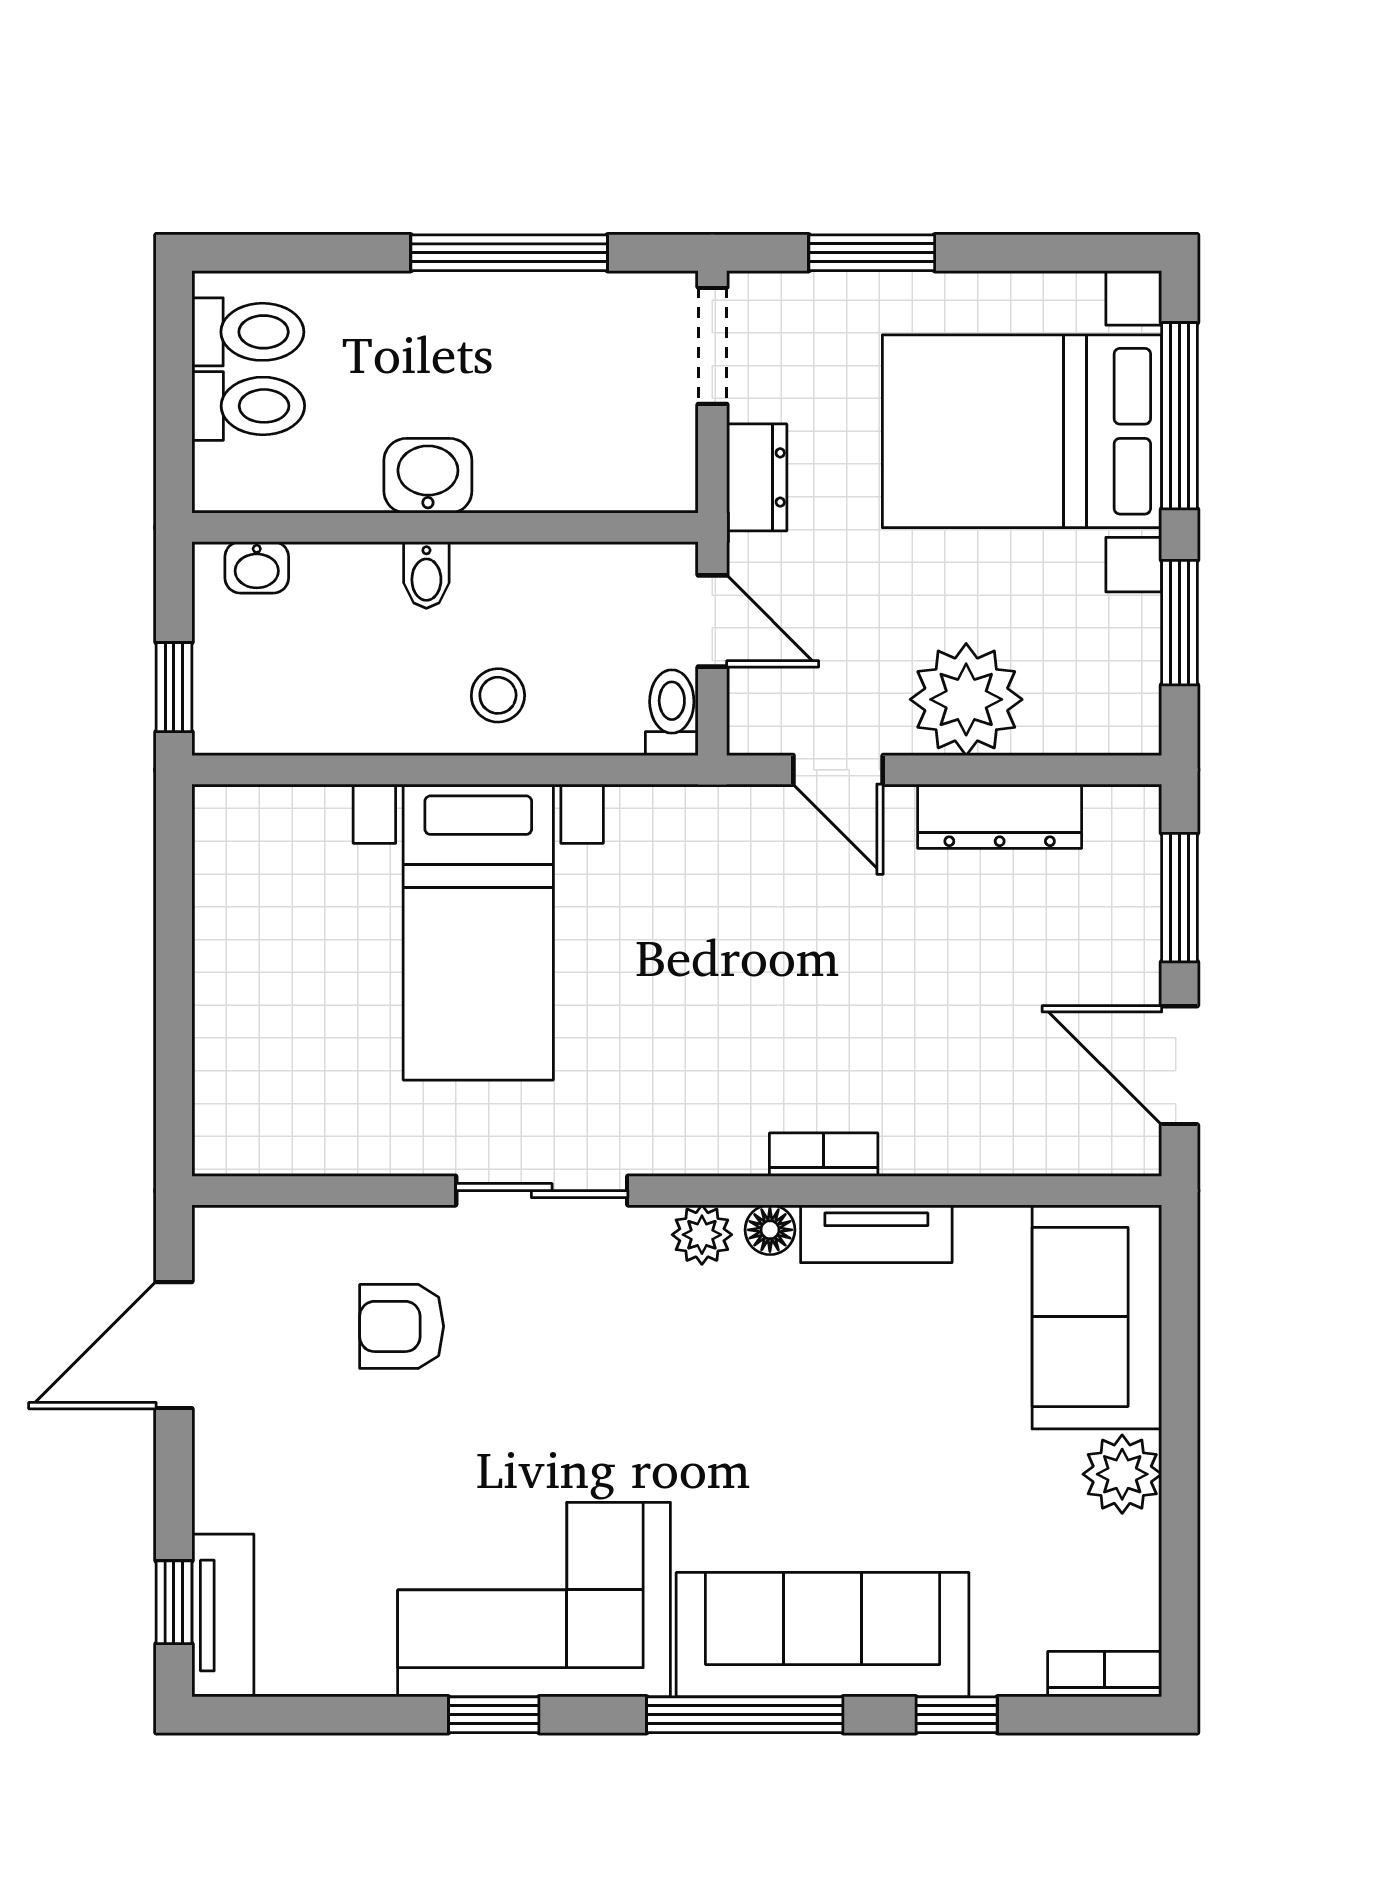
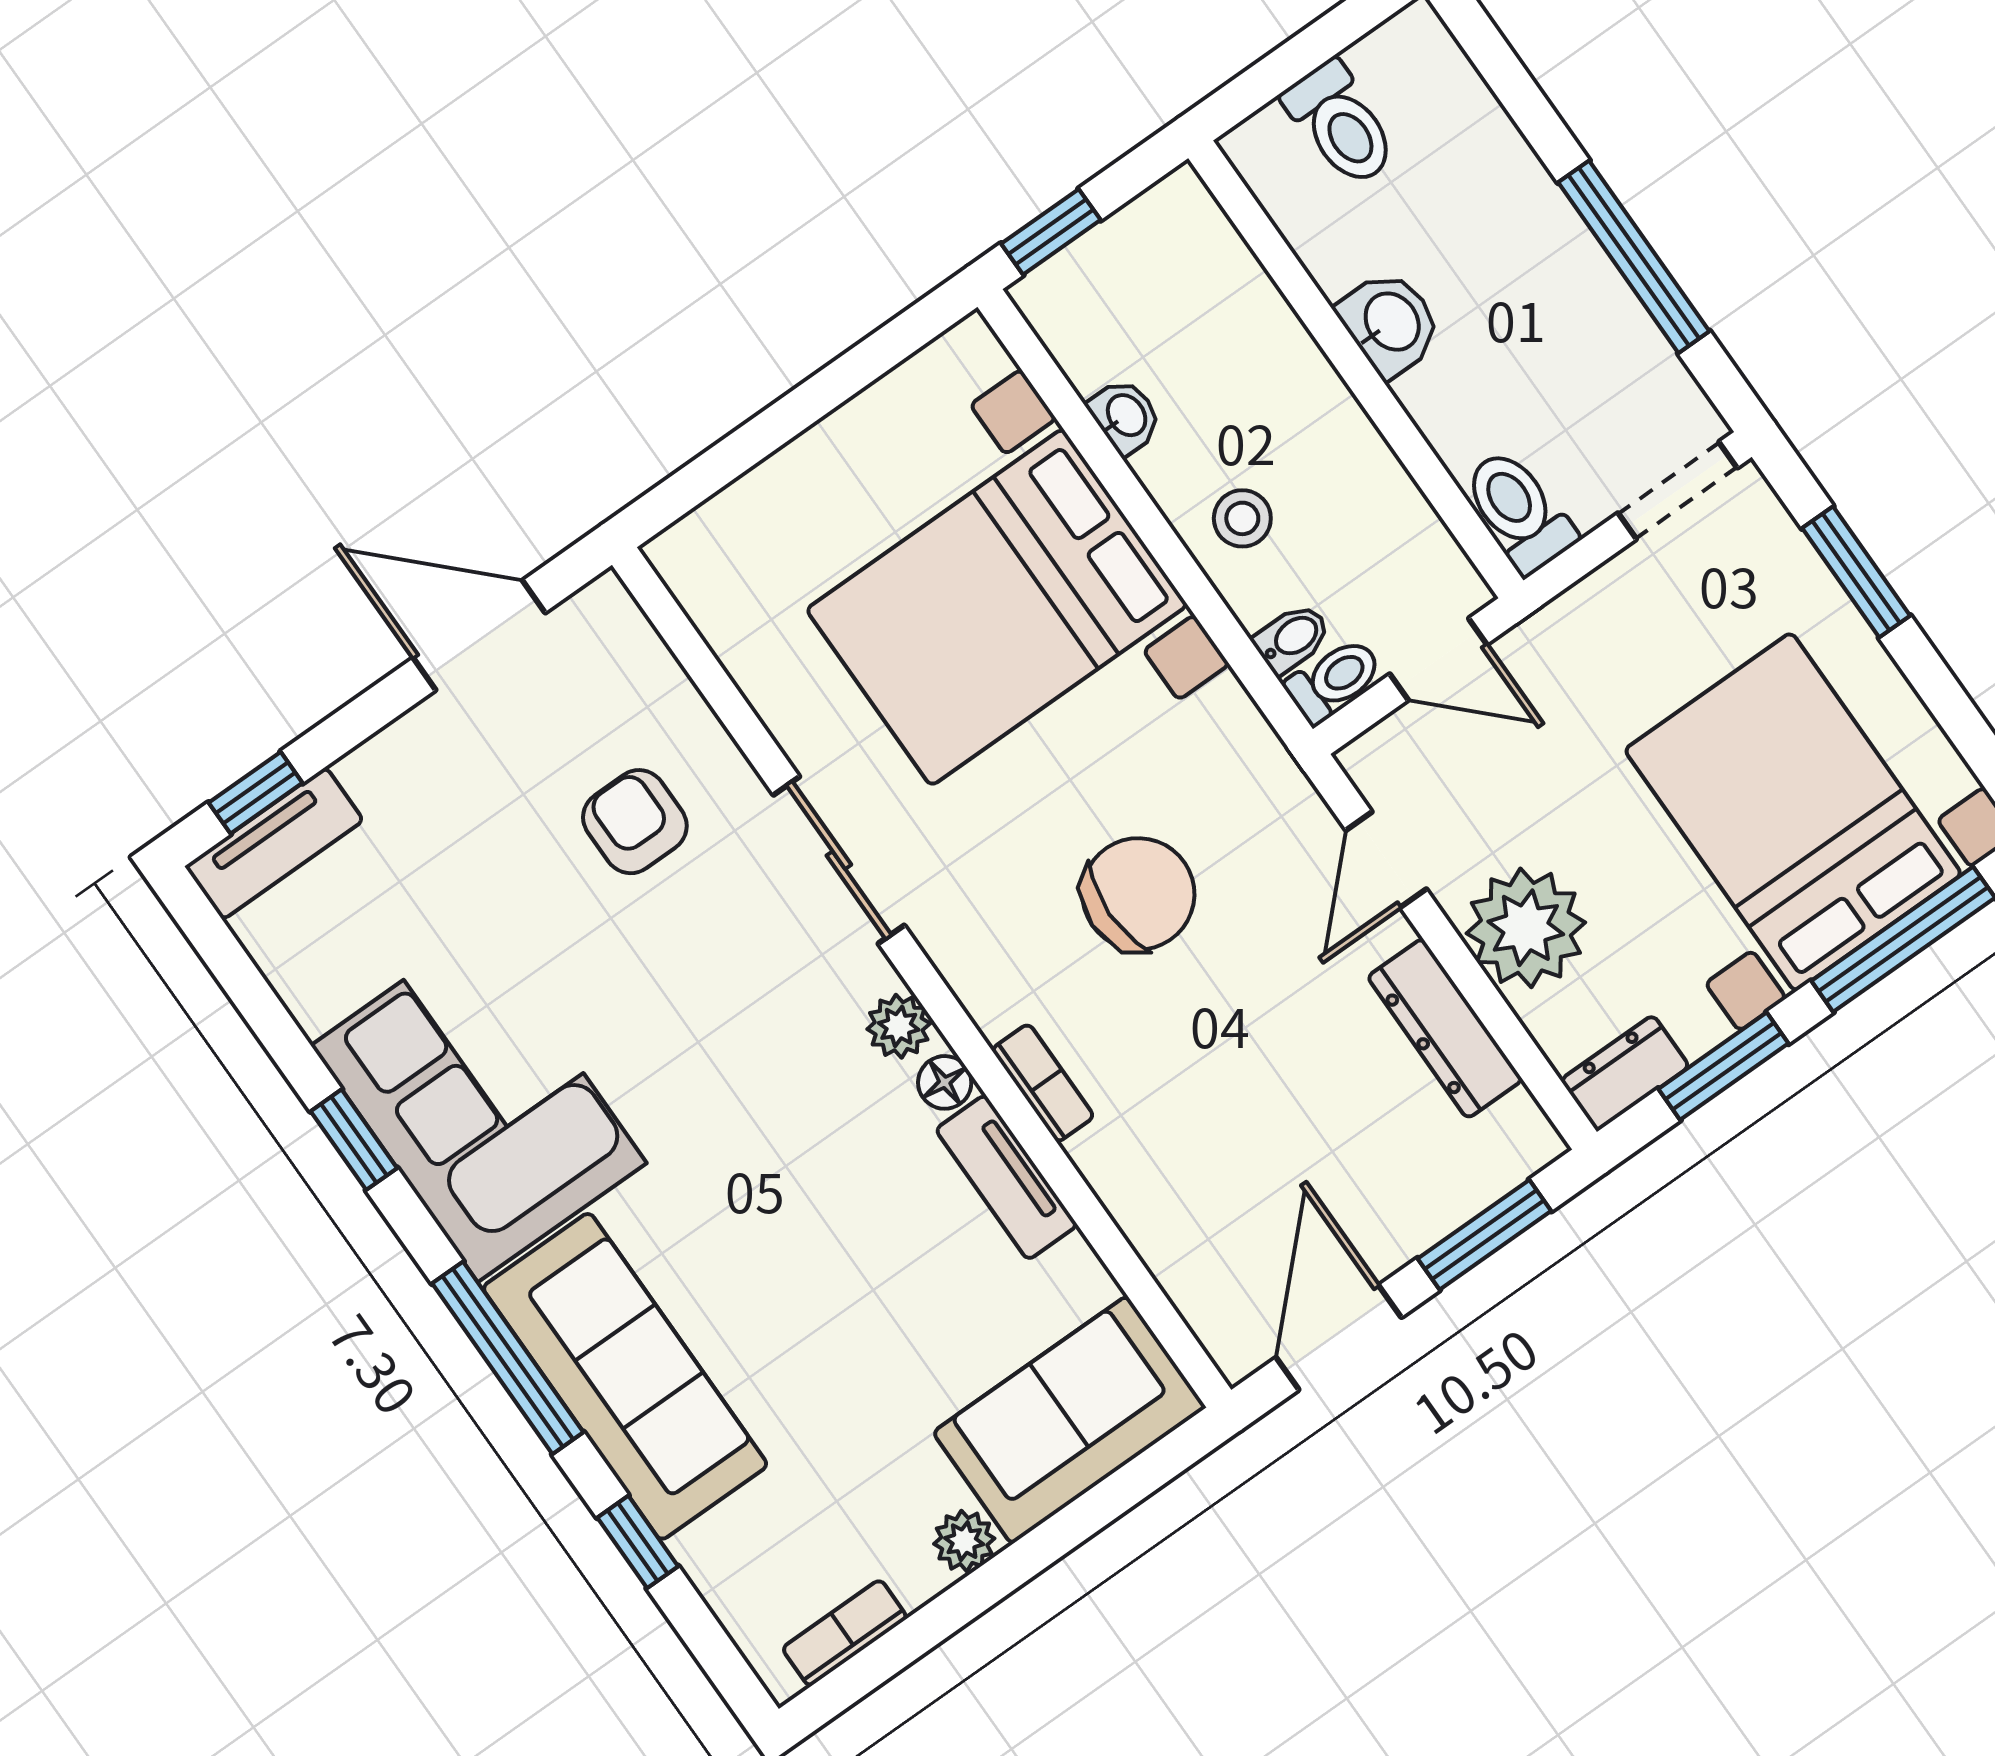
toilet: (248, 332) -> (1519, 511), moved, turned 180
dresser: (757, 477) -> (1625, 1073), moved, turned 180
washbasin: (257, 567) -> (1125, 416), moved, turned 180
bidet: (426, 575) -> (1292, 638), moved, turned 180
door: (712, 621) -> (1438, 659), hinge flipped
bed with nightstands: (478, 932) -> (997, 607), width x1.36
chair: (730, 979) -> (1138, 894), added
plant: (1122, 1474) -> (964, 1541), width x0.73, depth x0.73
bookcase: (1105, 1674) -> (845, 1633), moved, turned -90

